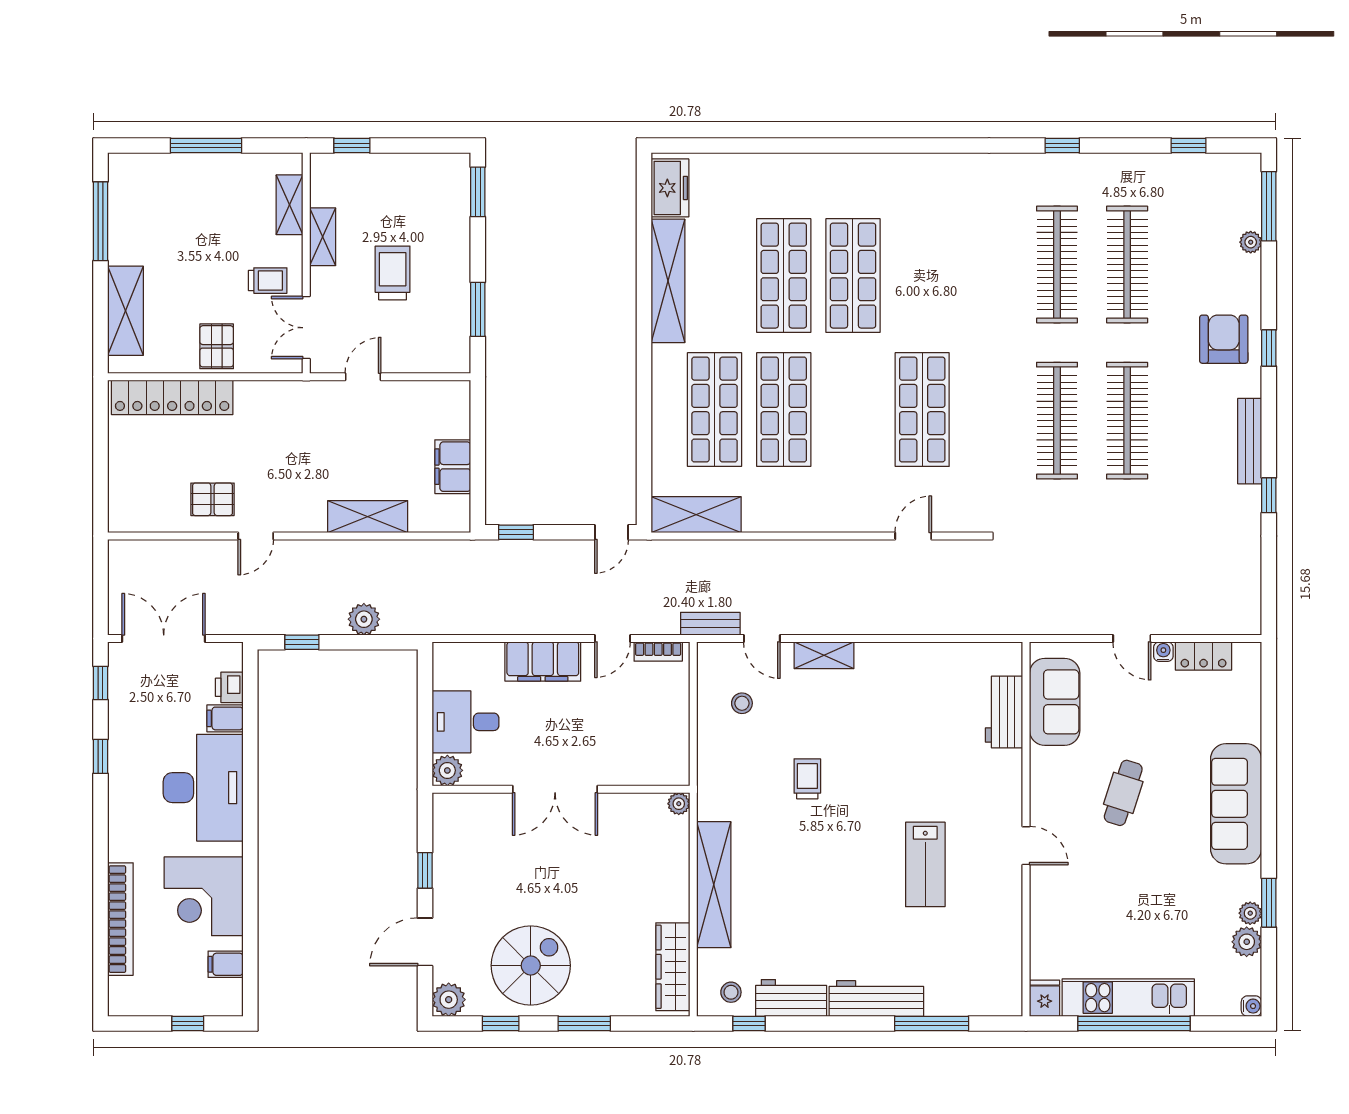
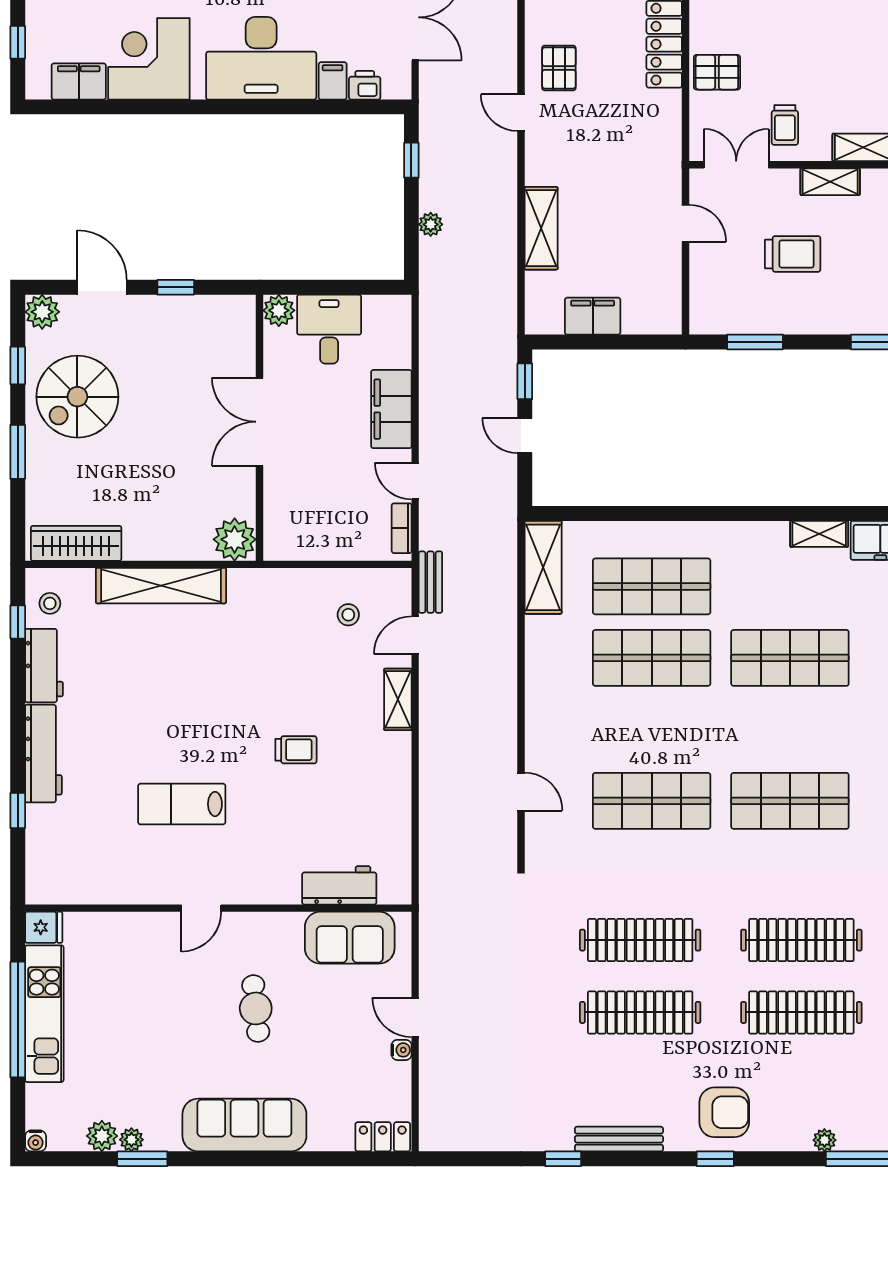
shop shelf: (853, 276) -> (790, 801), moved
shelving: (668, 281) -> (819, 534), width x0.45, depth x0.75
door: (612, 532) -> (525, 436), moved
plant: (364, 619) -> (431, 224), width x0.73, depth x0.73
door: (1132, 638) -> (415, 1017), hinge flipped
locker: (1204, 656) -> (383, 1137), moved, turned 90
trolley: (807, 779) -> (296, 750), moved
cafe table: (1123, 793) -> (256, 1008), turned 66
plant: (679, 804) -> (235, 539), width x1.87, depth x1.87
filing cabinet: (226, 964) -> (79, 81), width x2.00
spiral stairs: (531, 966) -> (77, 397), turned 90
window: (932, 1023) -> (18, 811), width x0.46

